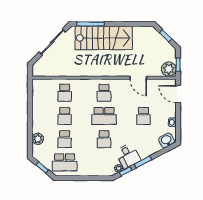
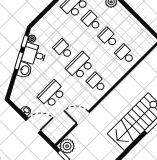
door: (178, 94) -> (33, 126), moved
school desk: (143, 116) -> (52, 94), width x1.85
washbasin: (167, 140) -> (25, 70), moved

